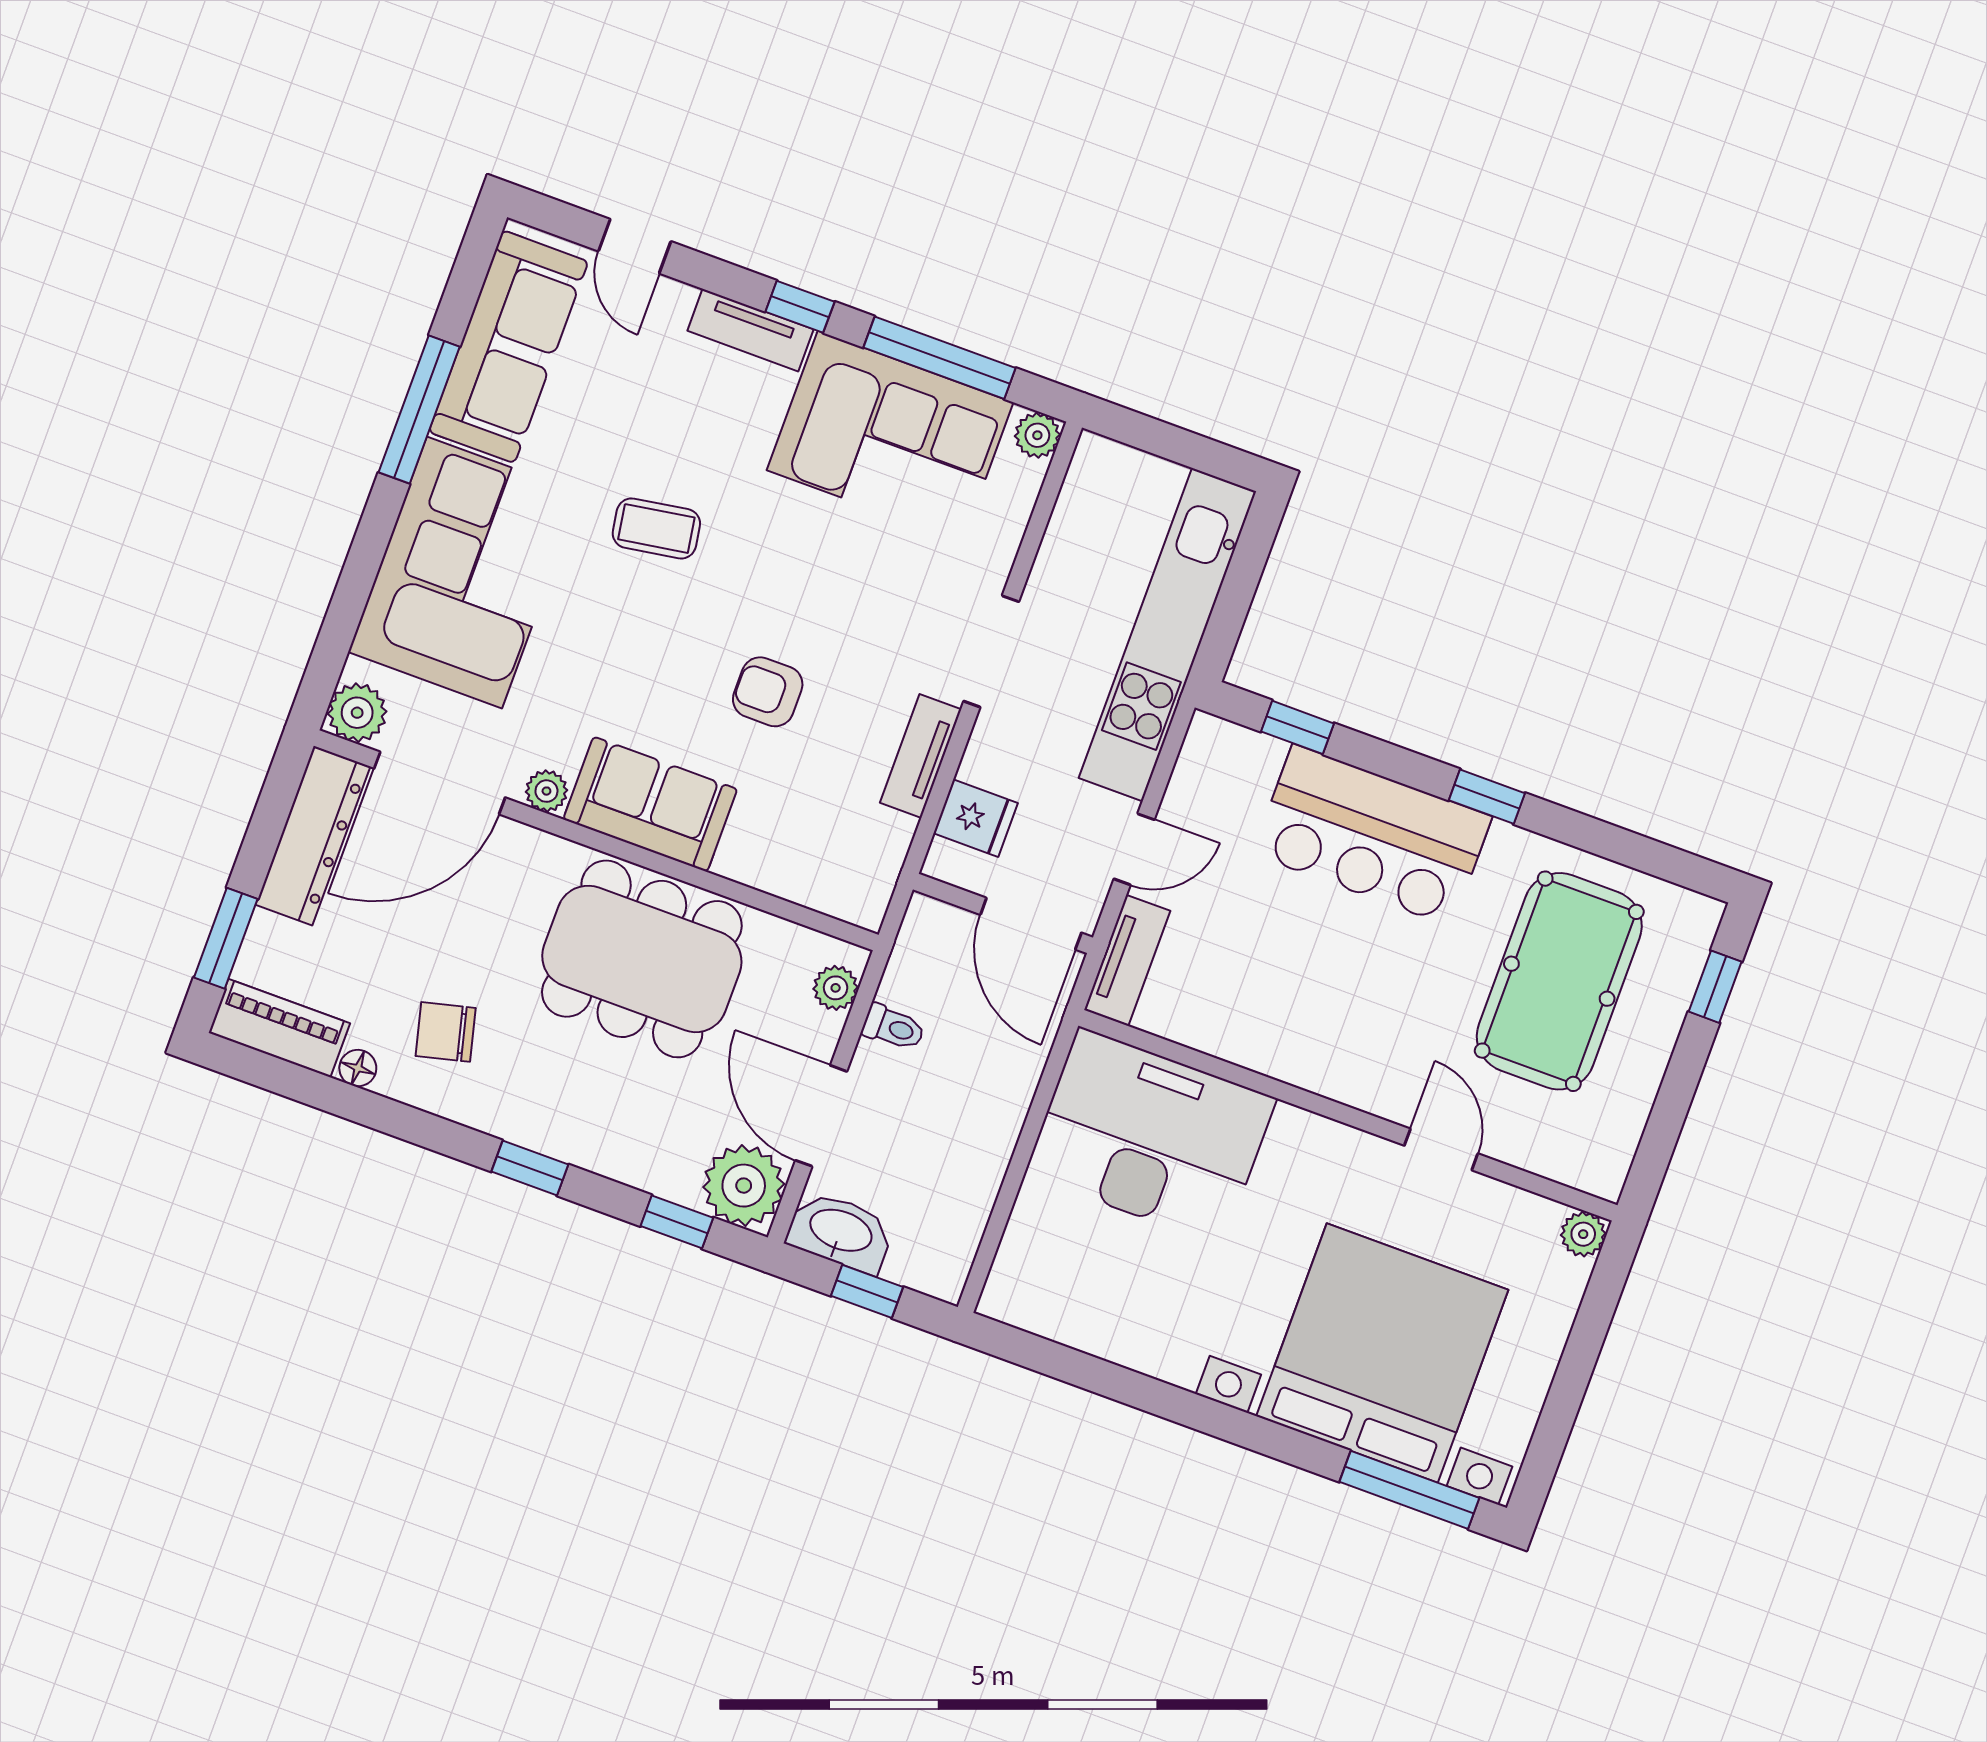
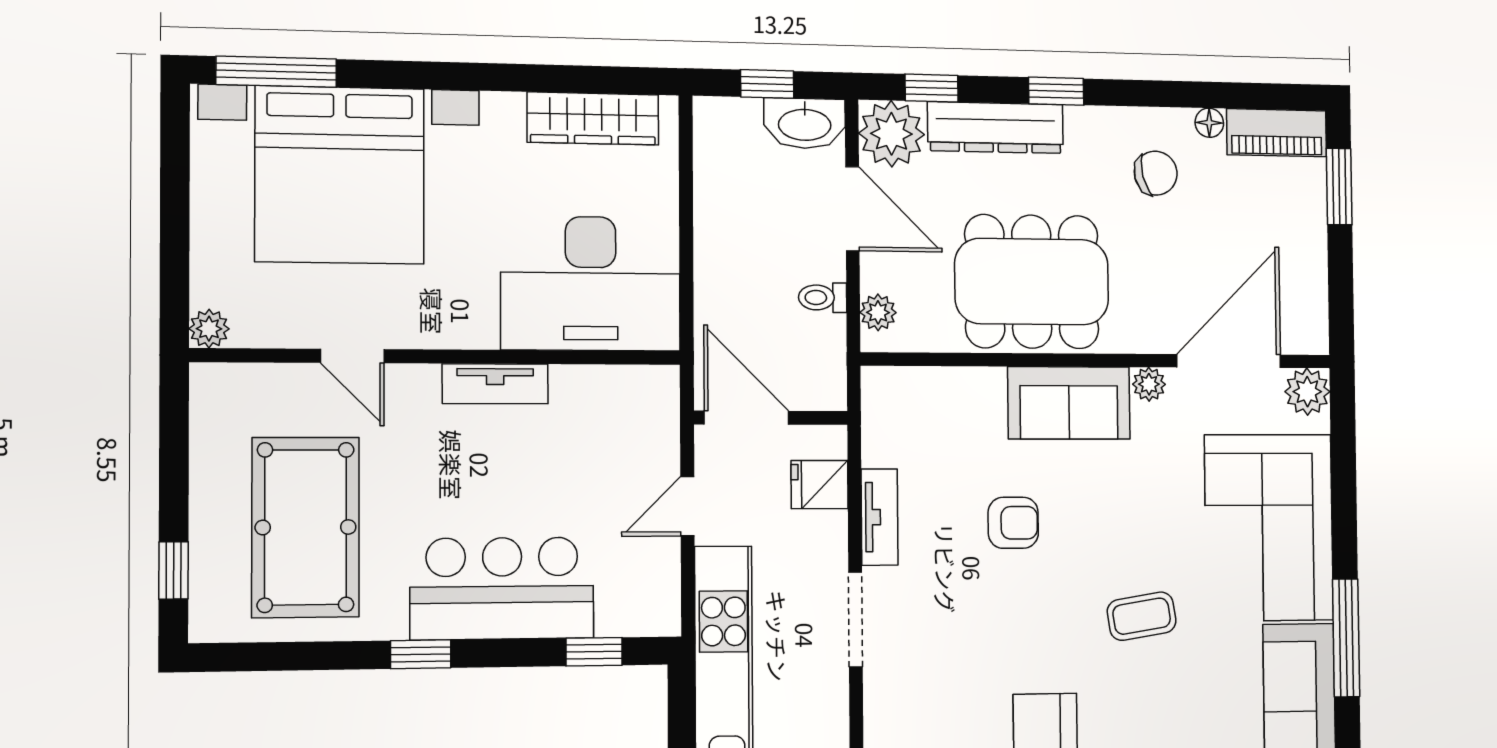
dresser: (313, 836) -> (996, 128), moved, turned -90
tv unit: (1127, 960) -> (495, 384), moved, turned -90
wardrobe: (1080, 1320) -> (593, 118), added

